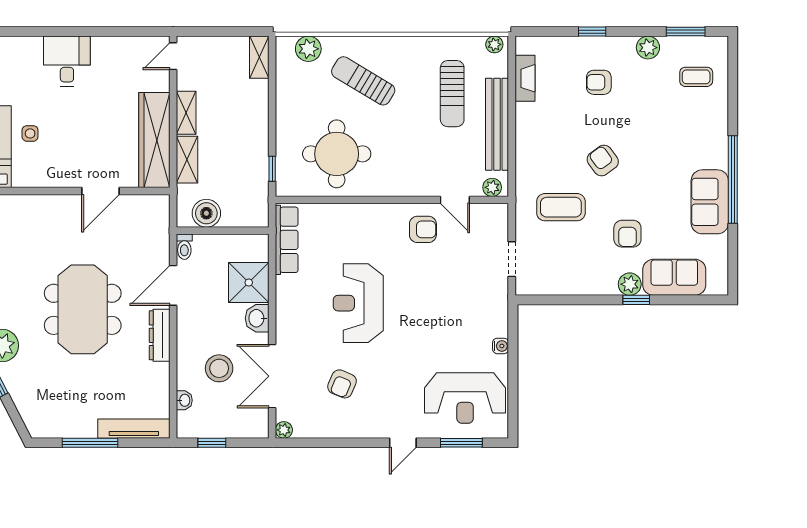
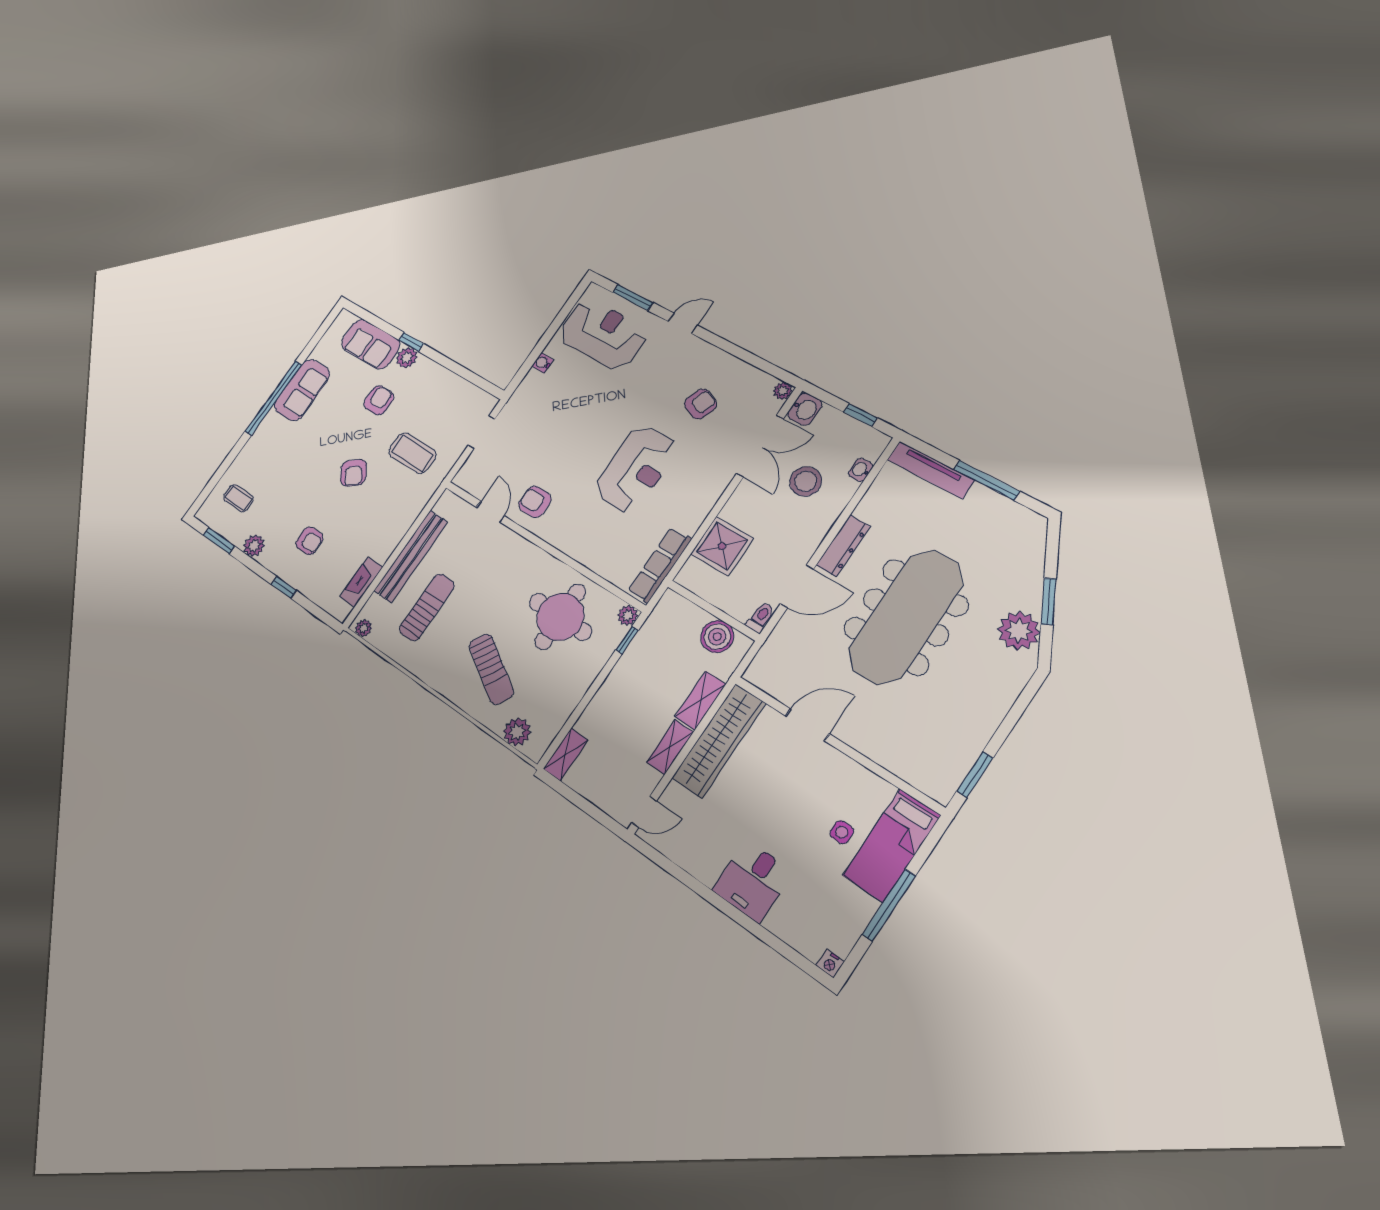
plant: (492, 187) -> (628, 615), moved
meeting table: (83, 309) -> (906, 617), width x1.36
washbasin: (257, 318) -> (805, 409), moved

